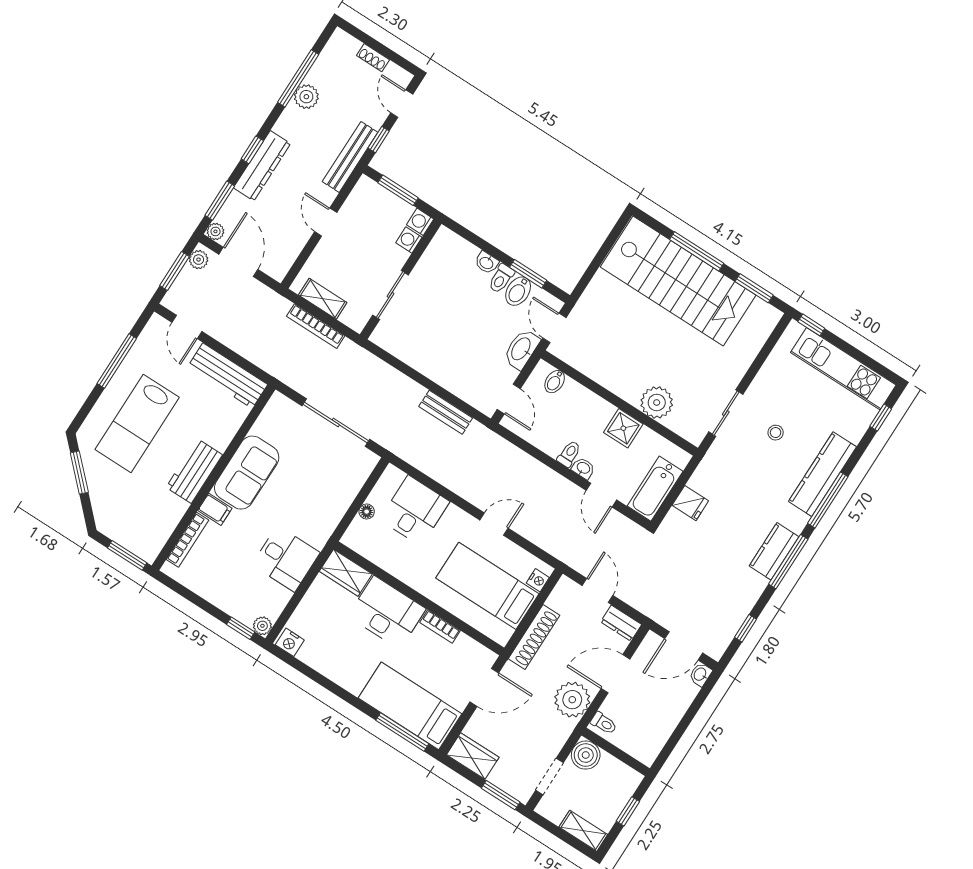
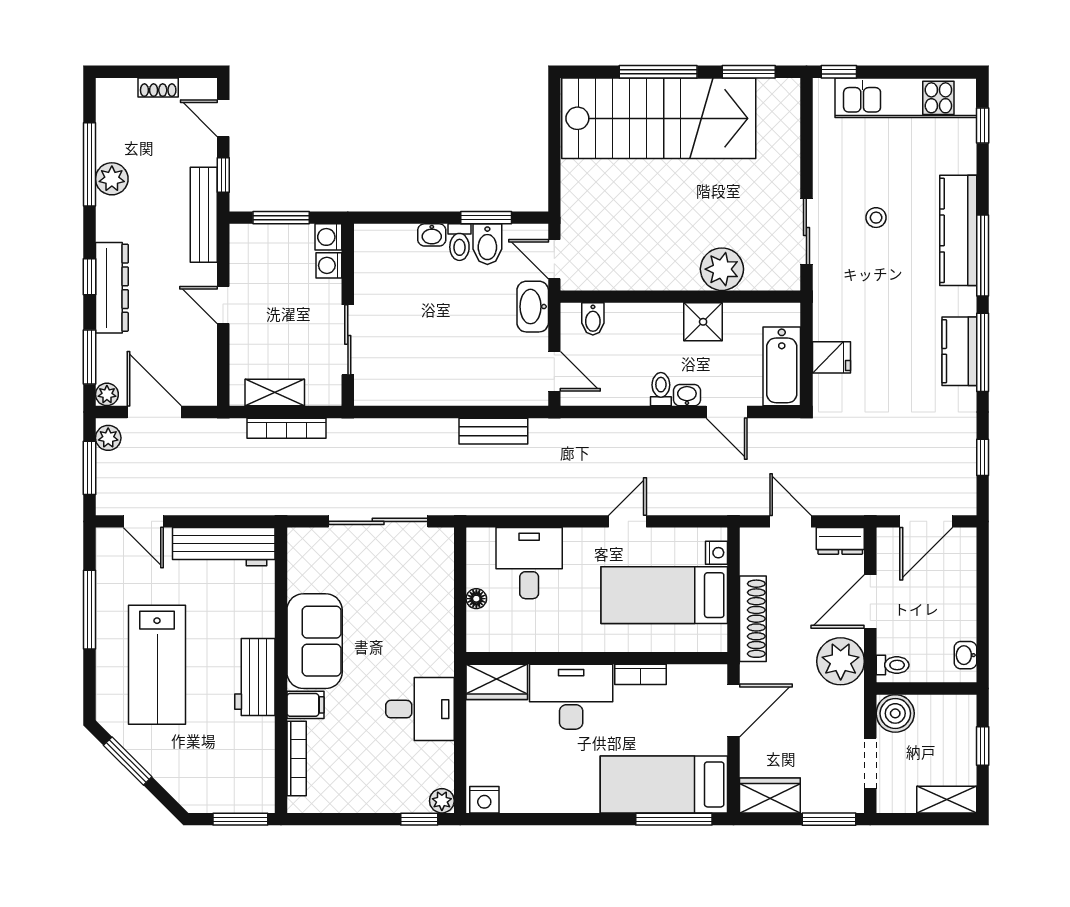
washbasin: (700, 674) -> (965, 655), moved

